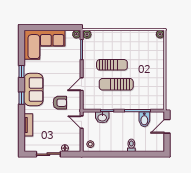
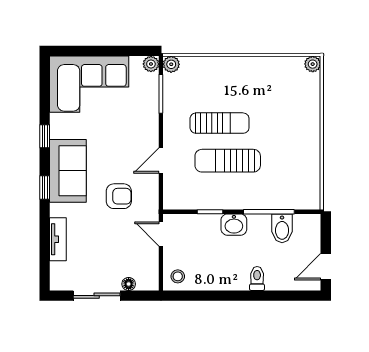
washbasin: (102, 117) -> (234, 225), moved
door: (167, 126) -> (326, 267), moved

